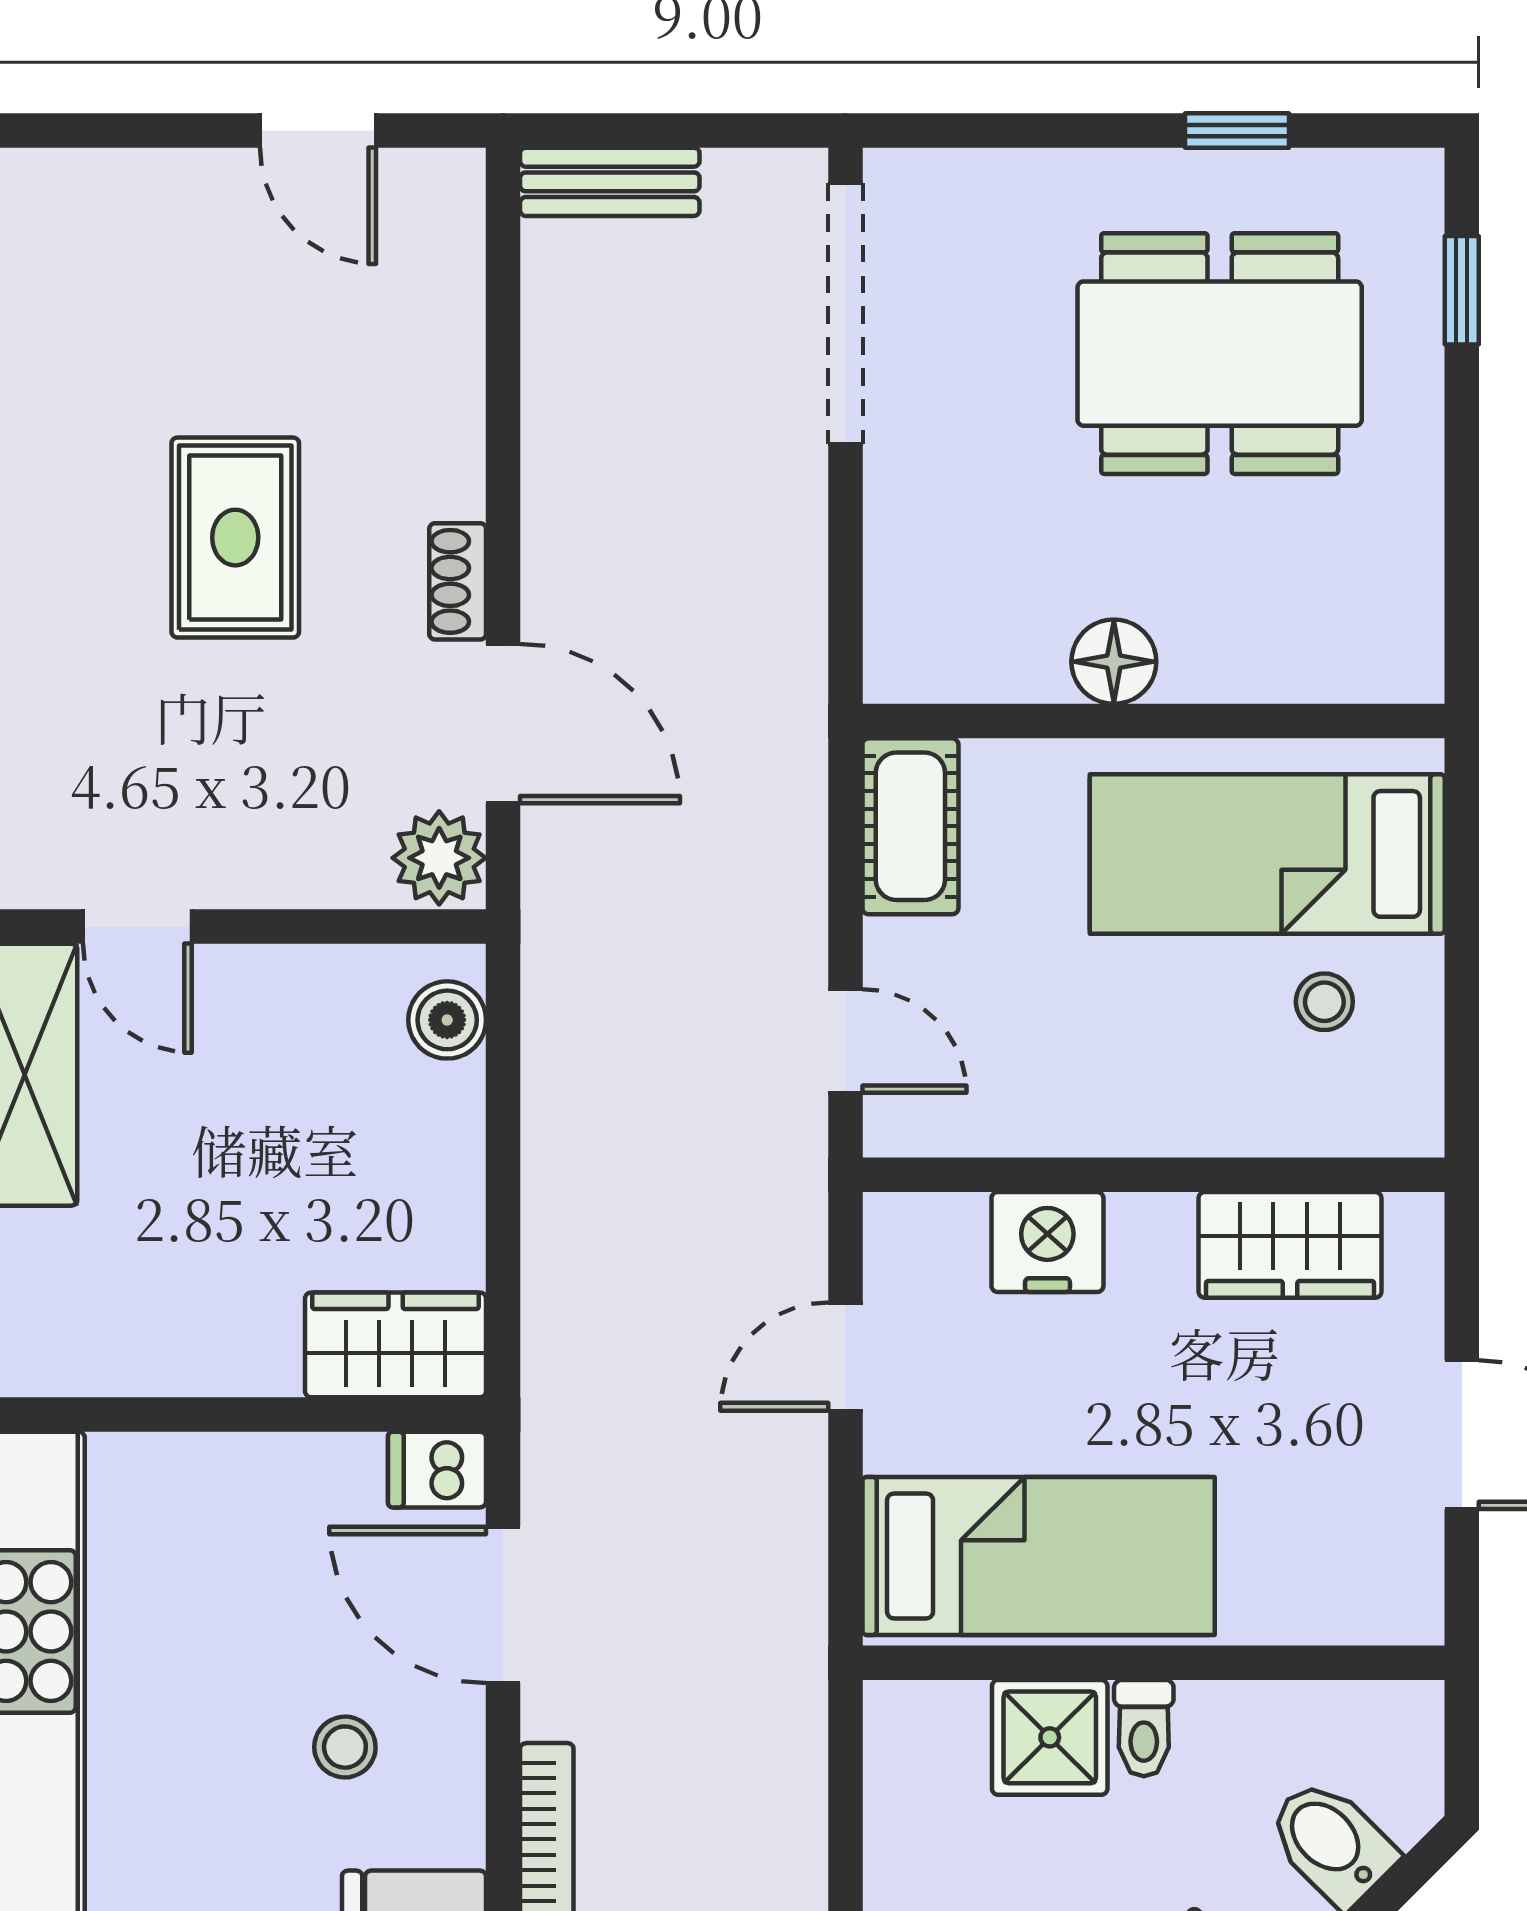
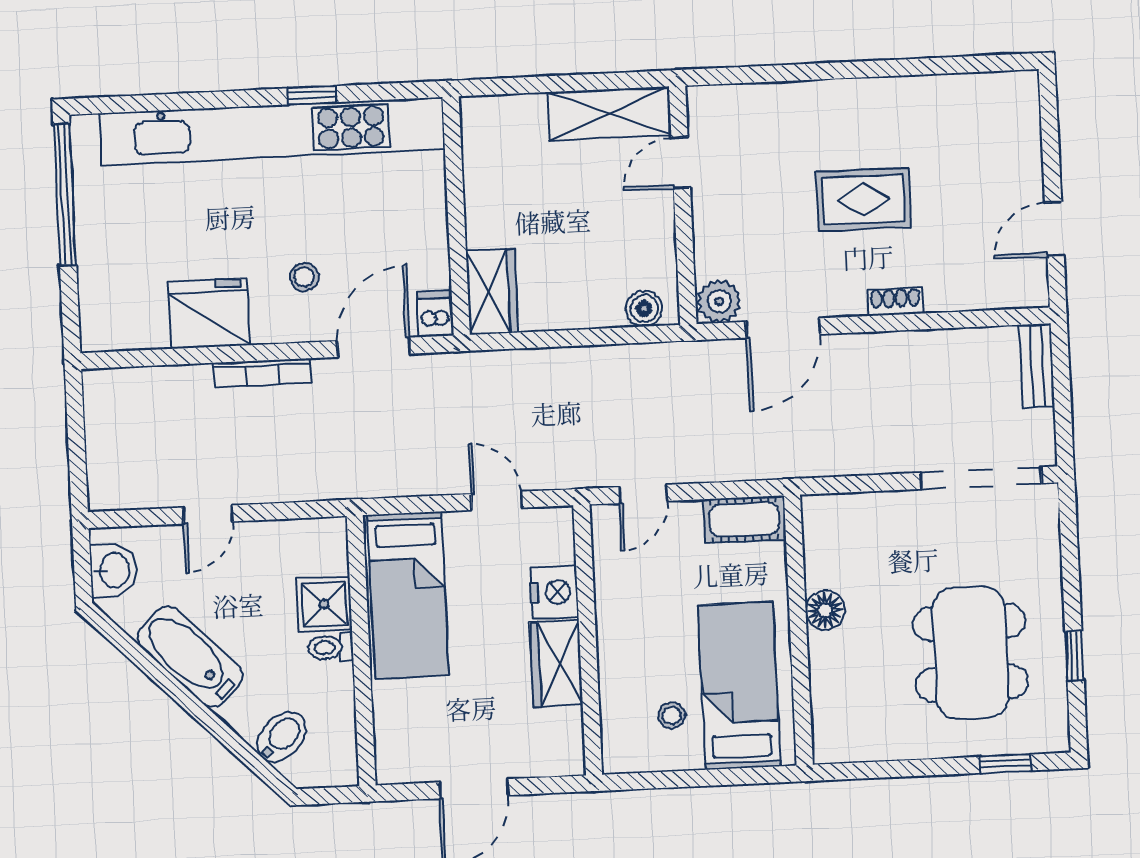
shoe rack: (458, 581) -> (895, 302), moved
wardrobe: (1290, 1245) -> (556, 664), moved

